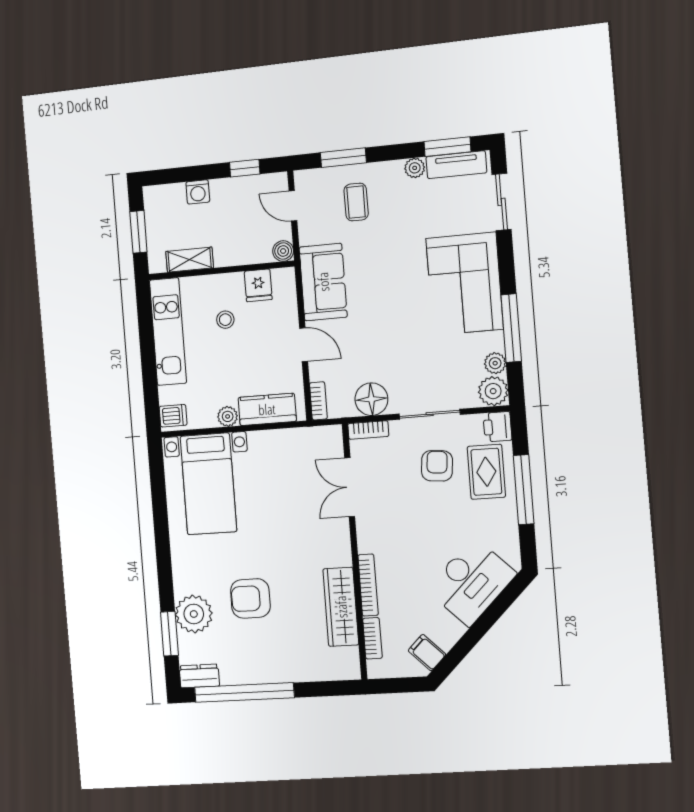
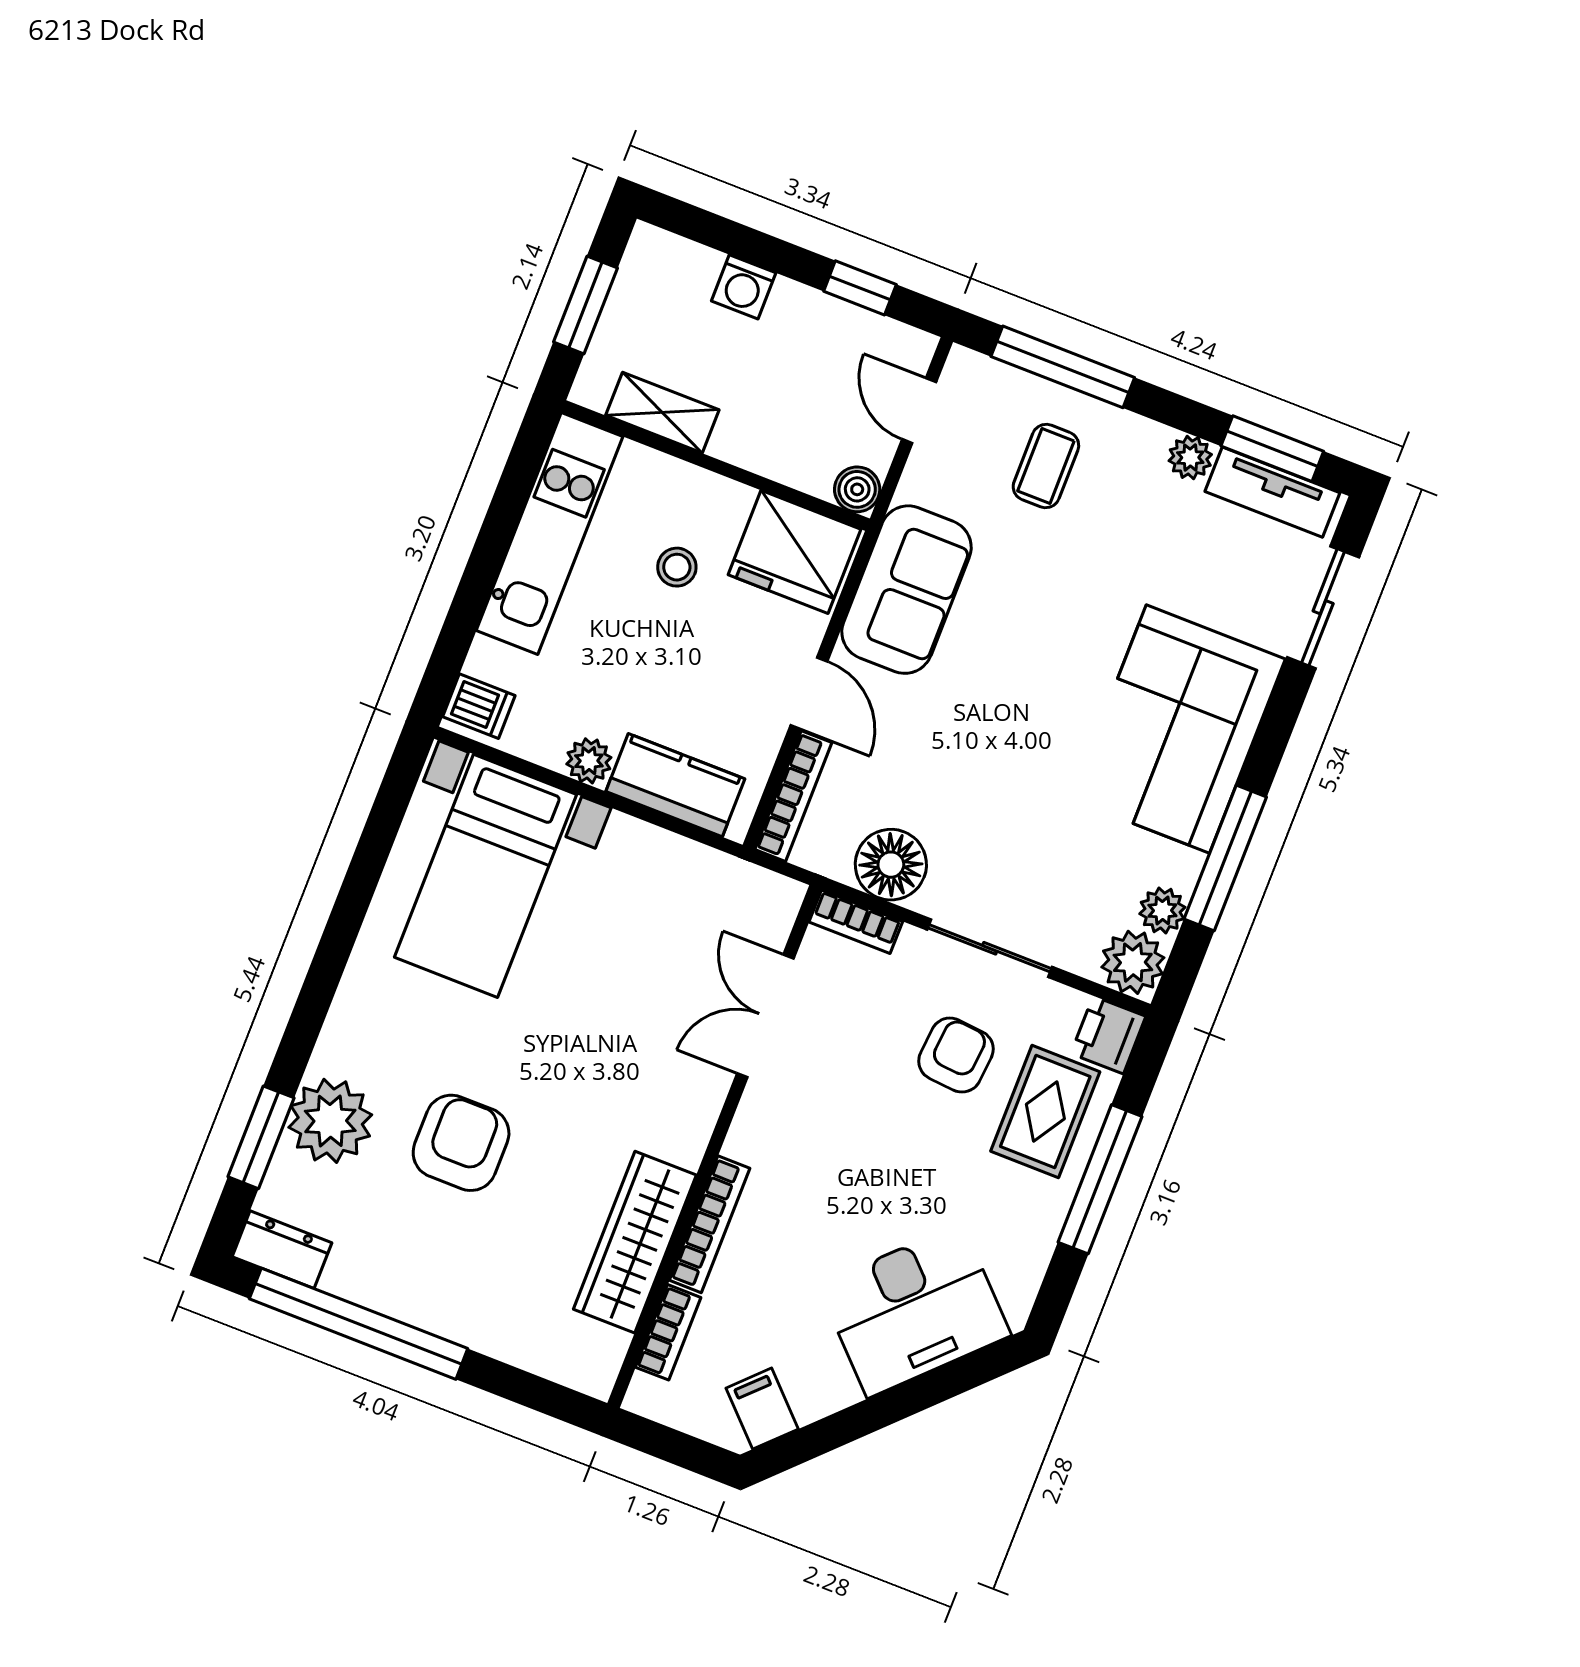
window: (343, 158) -> (1063, 367), width x1.44
fridge: (258, 285) -> (795, 552), width x1.88, depth x1.34
bookcase: (318, 401) -> (793, 796), width x1.56
armchair: (250, 598) -> (461, 1143), turned 90

